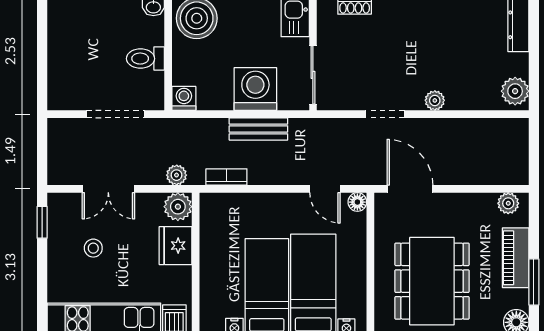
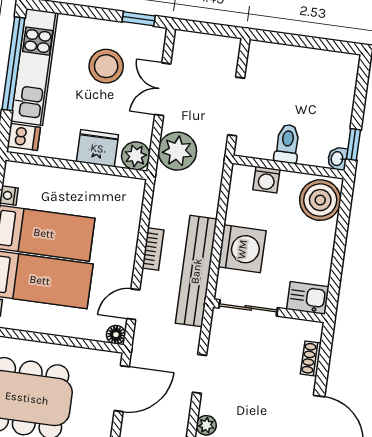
washing machine: (184, 98) -> (266, 180), moved, turned 90
bench: (258, 129) -> (196, 271), width x1.86, depth x1.21
plant: (177, 175) -> (177, 151), width x1.87, depth x1.87
bookcase: (226, 177) -> (153, 249), moved
stool: (93, 248) -> (106, 66), width x1.89, depth x1.89

